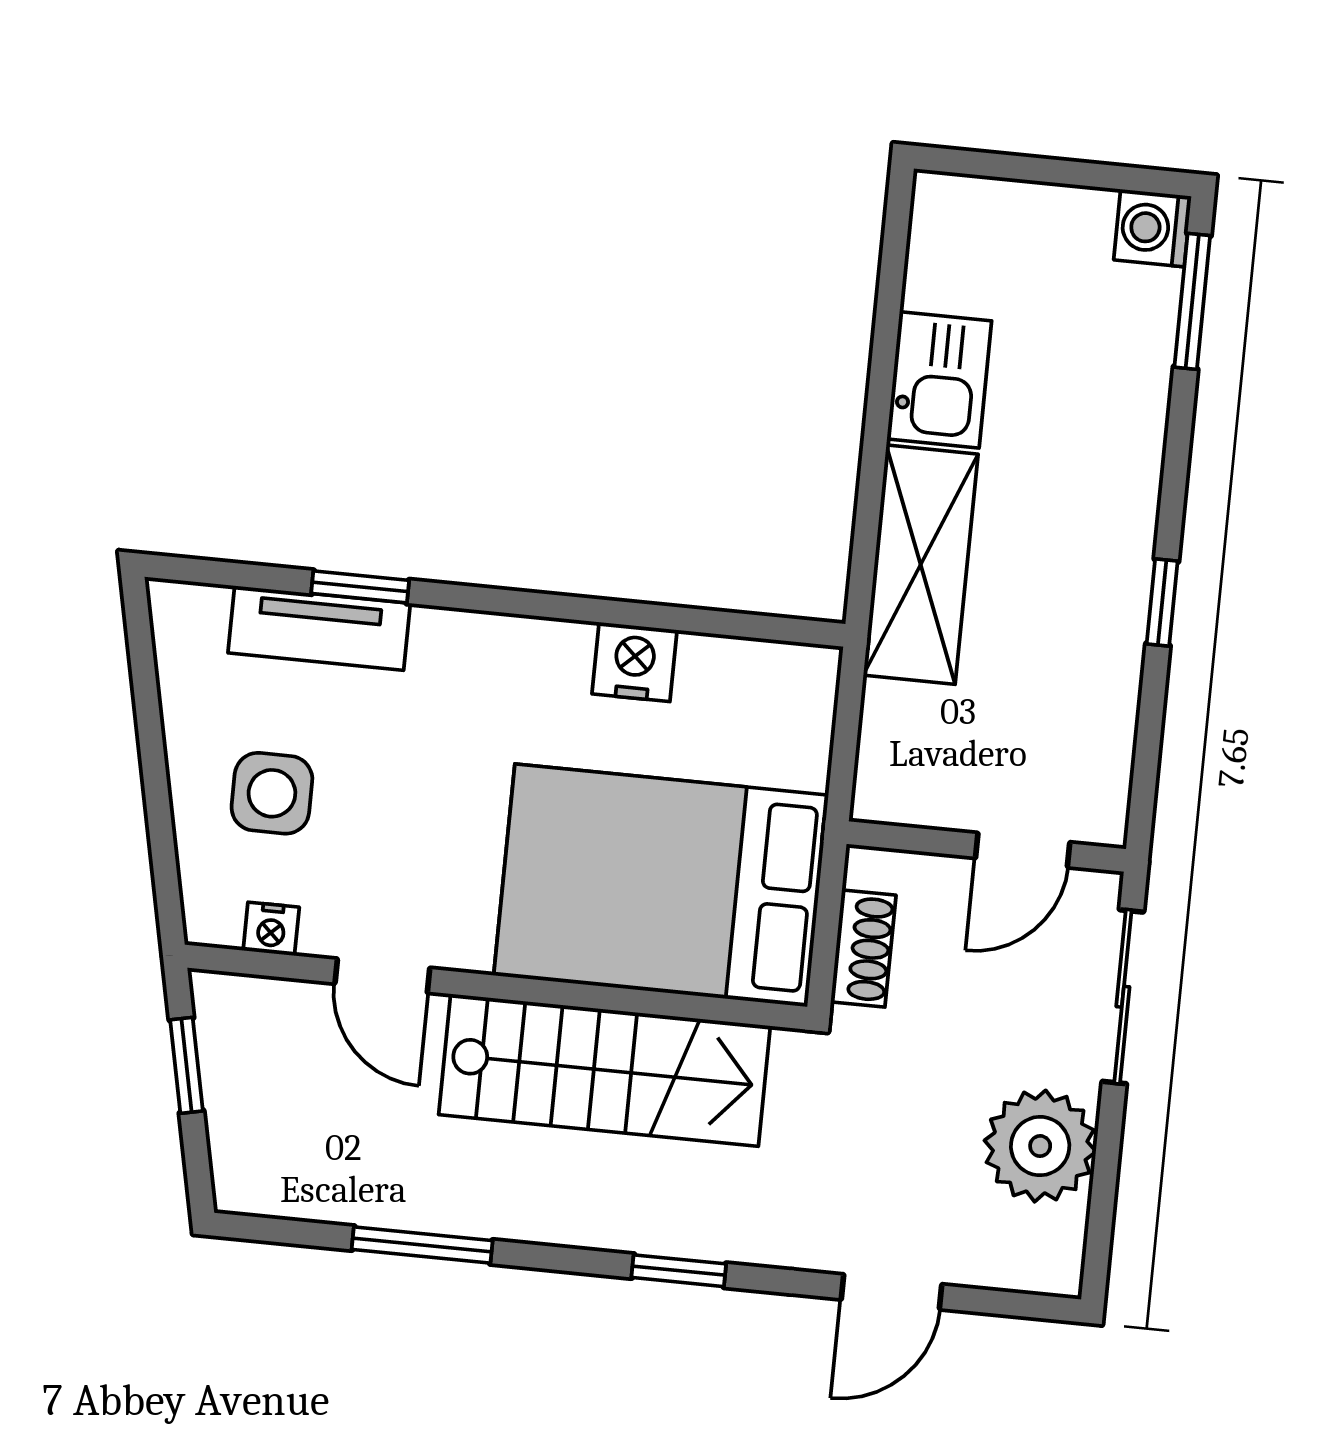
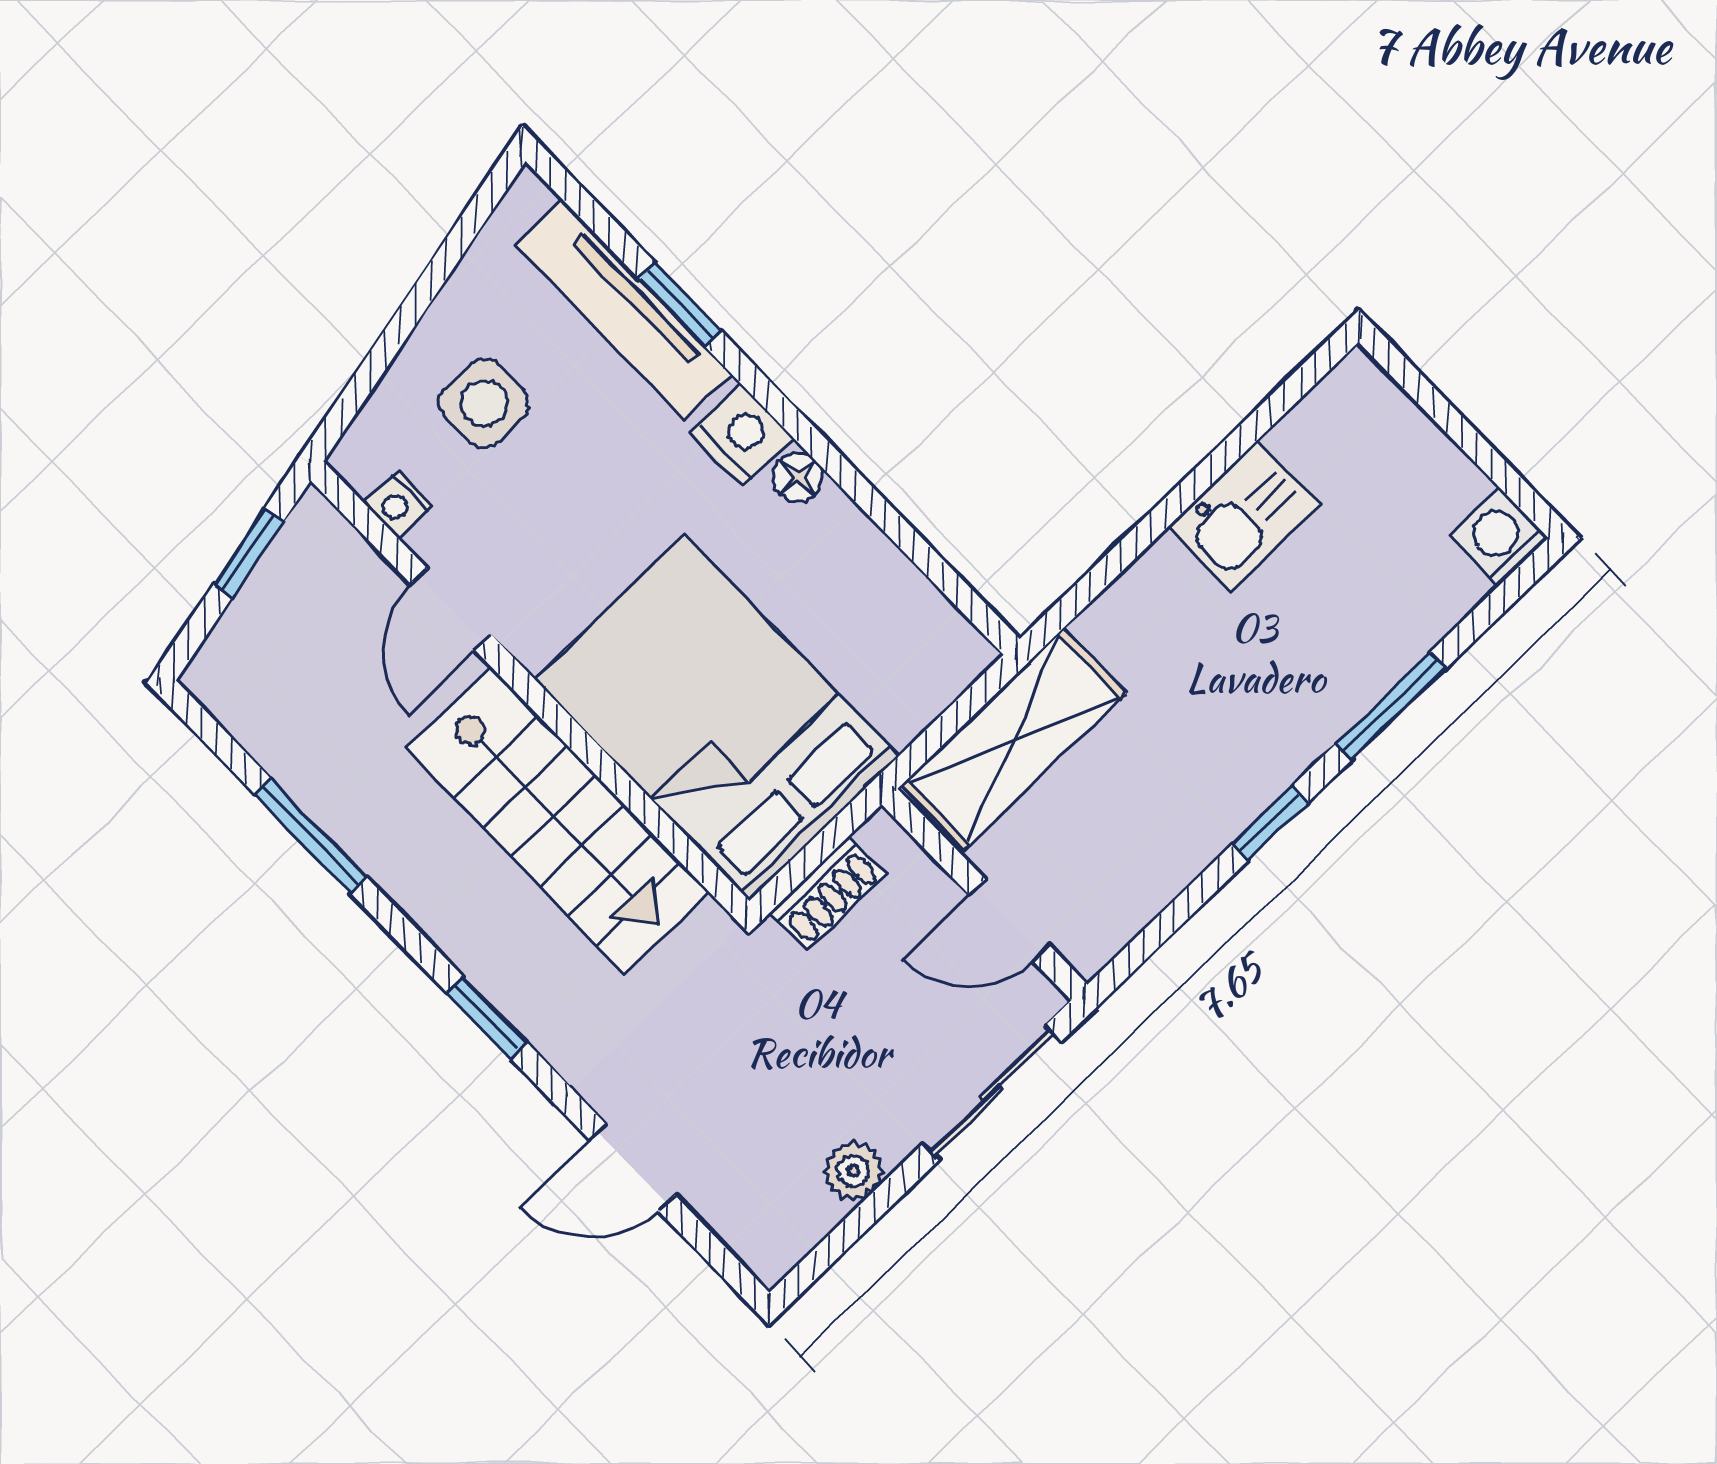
window: (1192, 301) -> (1391, 706), moved
shelving: (921, 565) -> (1014, 739), moved
tv unit: (319, 628) -> (624, 310), width x1.41
floor lamp: (565, 644) -> (798, 477), added
nightstand: (635, 662) -> (742, 435), moved
plant: (1040, 1146) -> (853, 1171), width x0.53, depth x0.53

